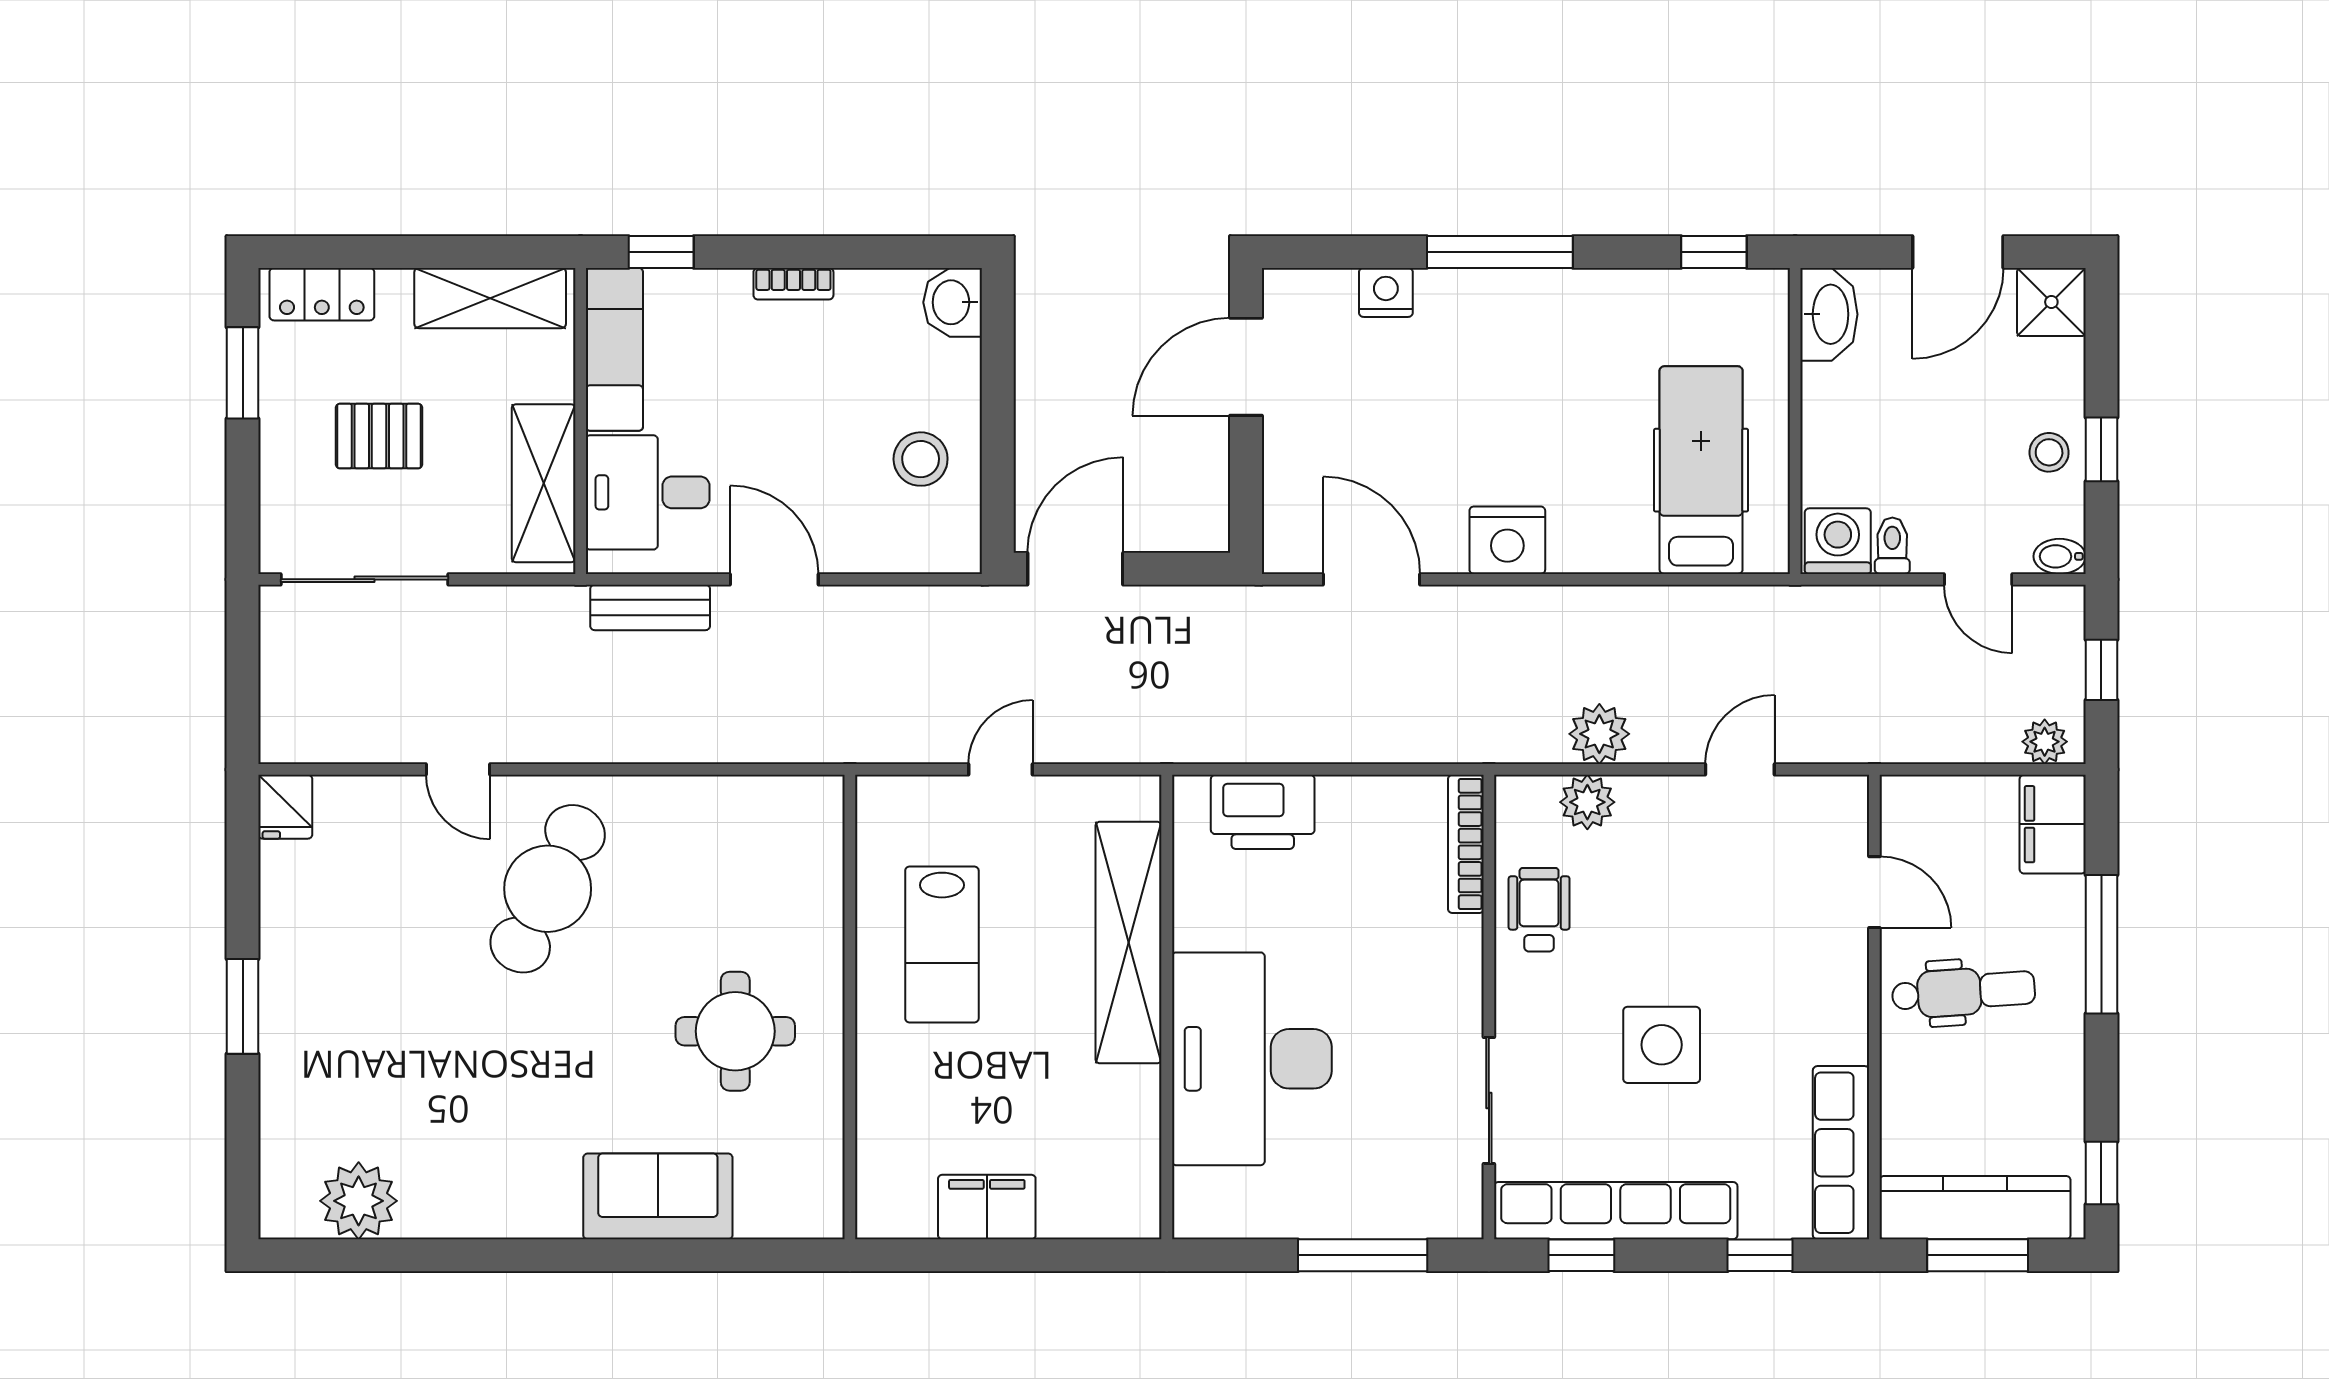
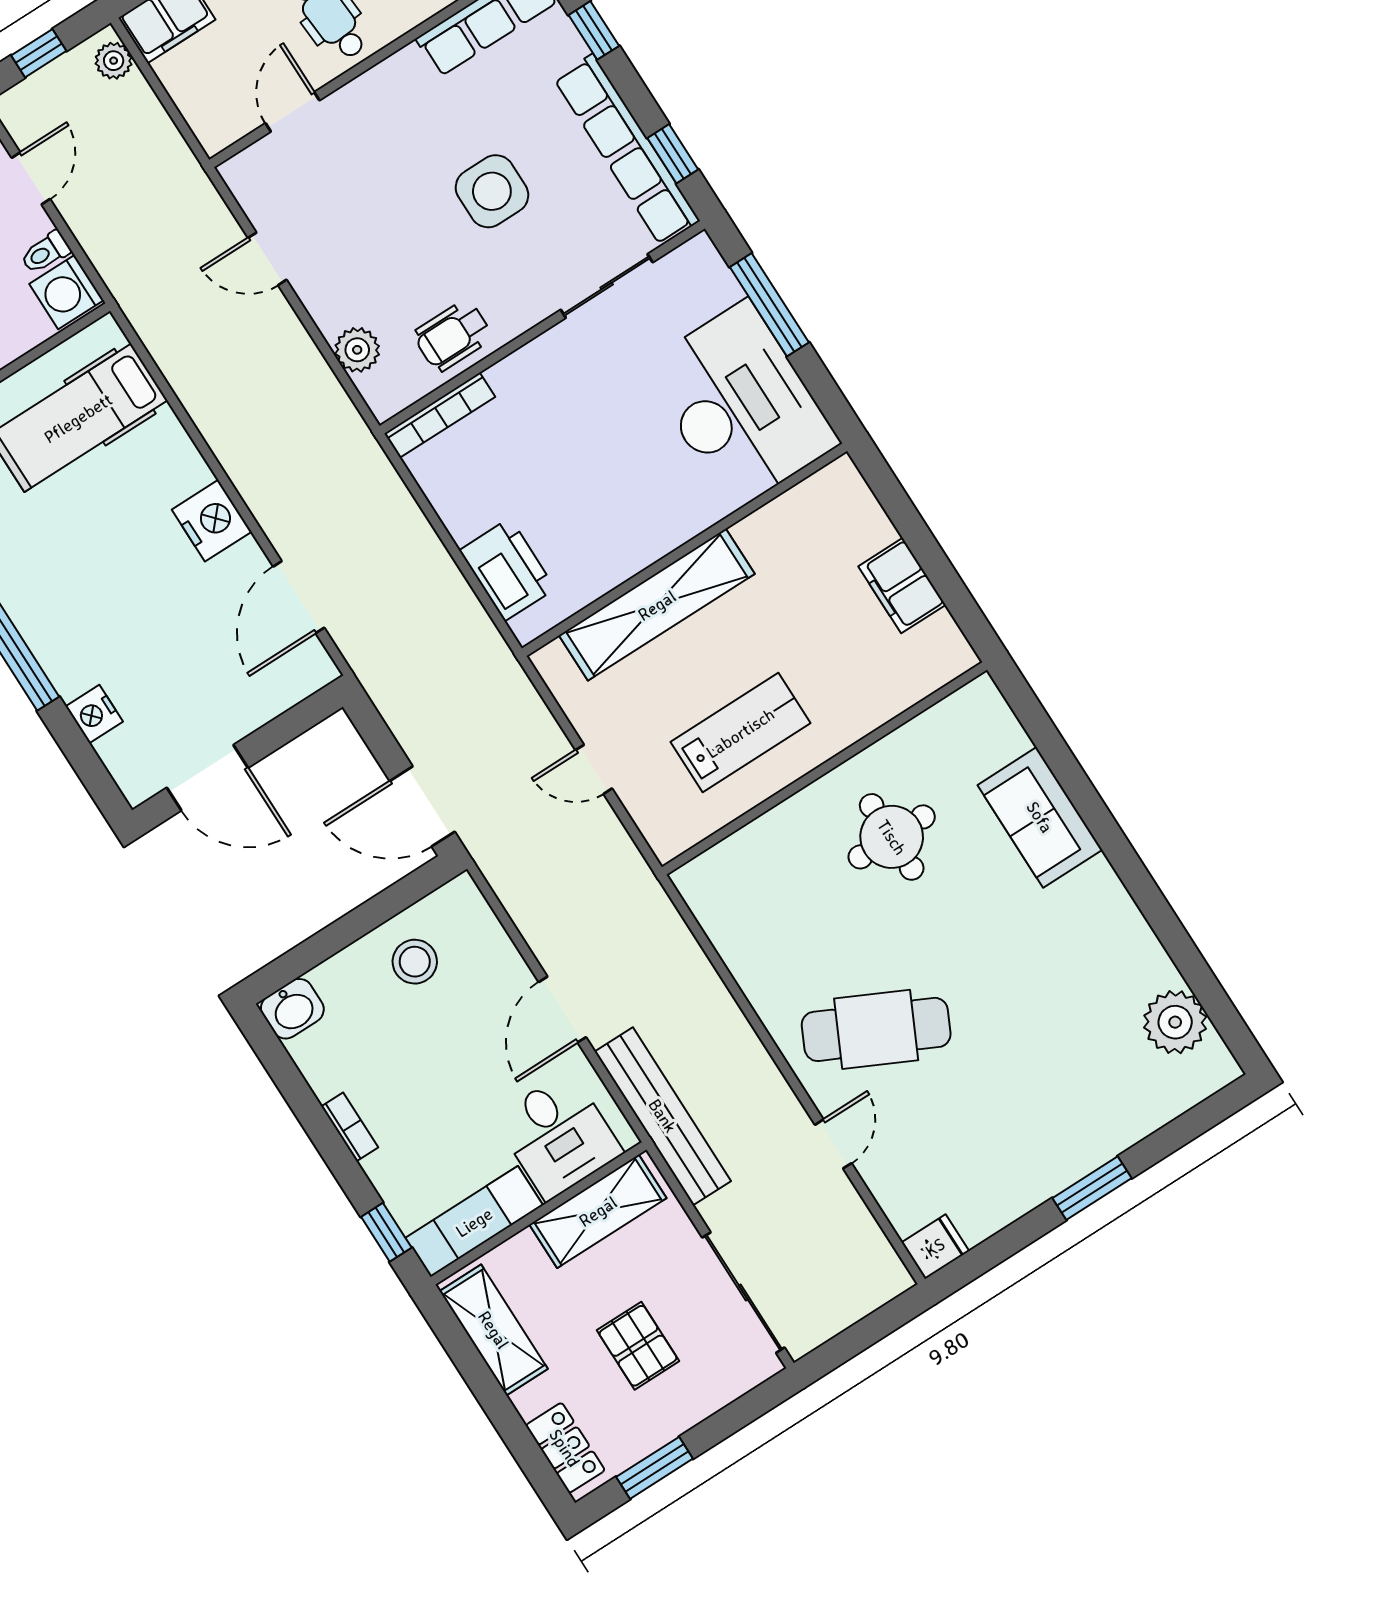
bench: (650, 607) -> (663, 1116), width x1.86, depth x1.21
plant: (1599, 734) -> (305, 372), removed
desk: (1252, 1059) -> (740, 405), moved, turned -90

